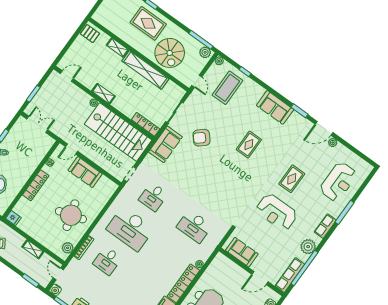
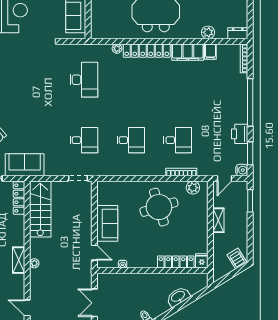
stairs: (118, 132) -> (40, 209), width x0.73, depth x0.66
locker: (36, 185) -> (176, 262), moved
desk: (130, 229) -> (131, 140), width x0.53, depth x0.77

